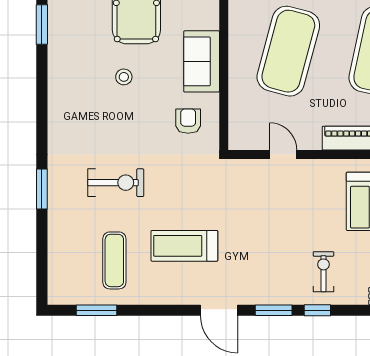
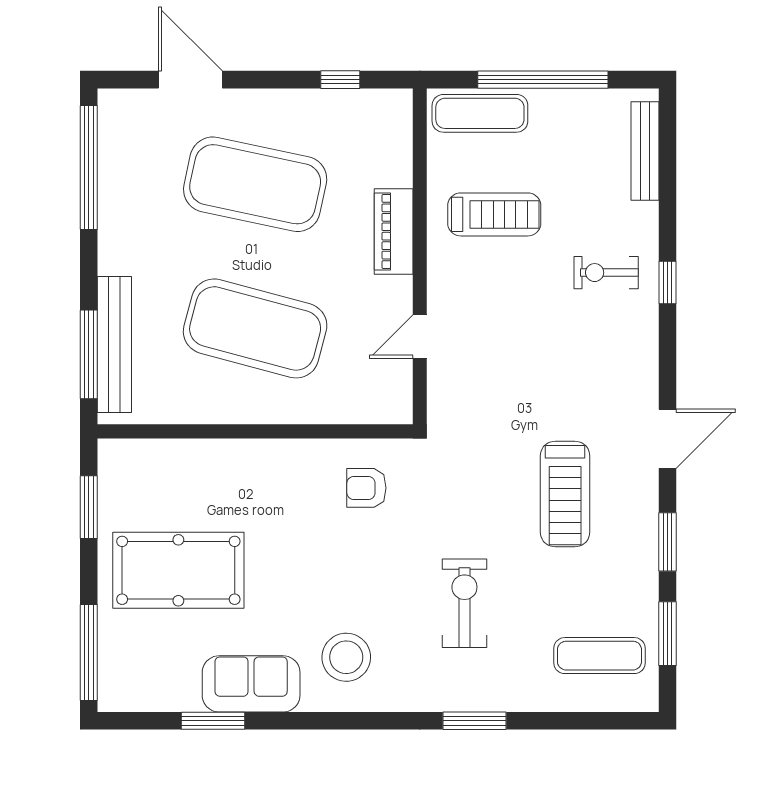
sofa: (202, 61) -> (251, 684), moved, turned 180
stool: (124, 77) -> (346, 657), moved, width x1.89, depth x1.89
exercise mat: (114, 260) -> (599, 656), moved
window: (274, 310) -> (668, 542), moved

